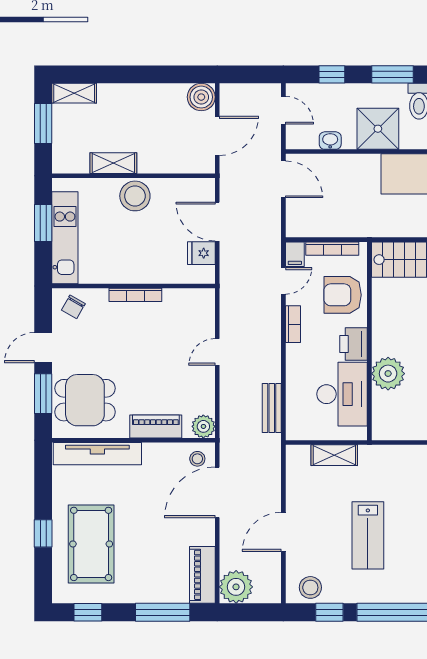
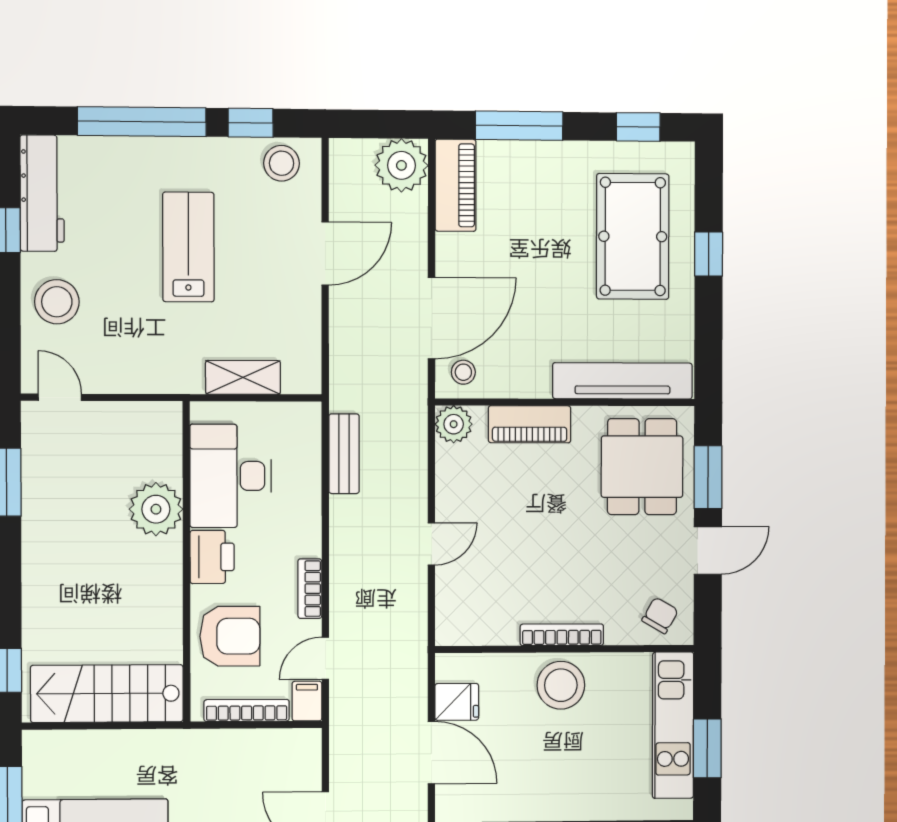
stool: (135, 196) -> (561, 685), moved
dining table: (85, 400) -> (642, 467), turned 90

